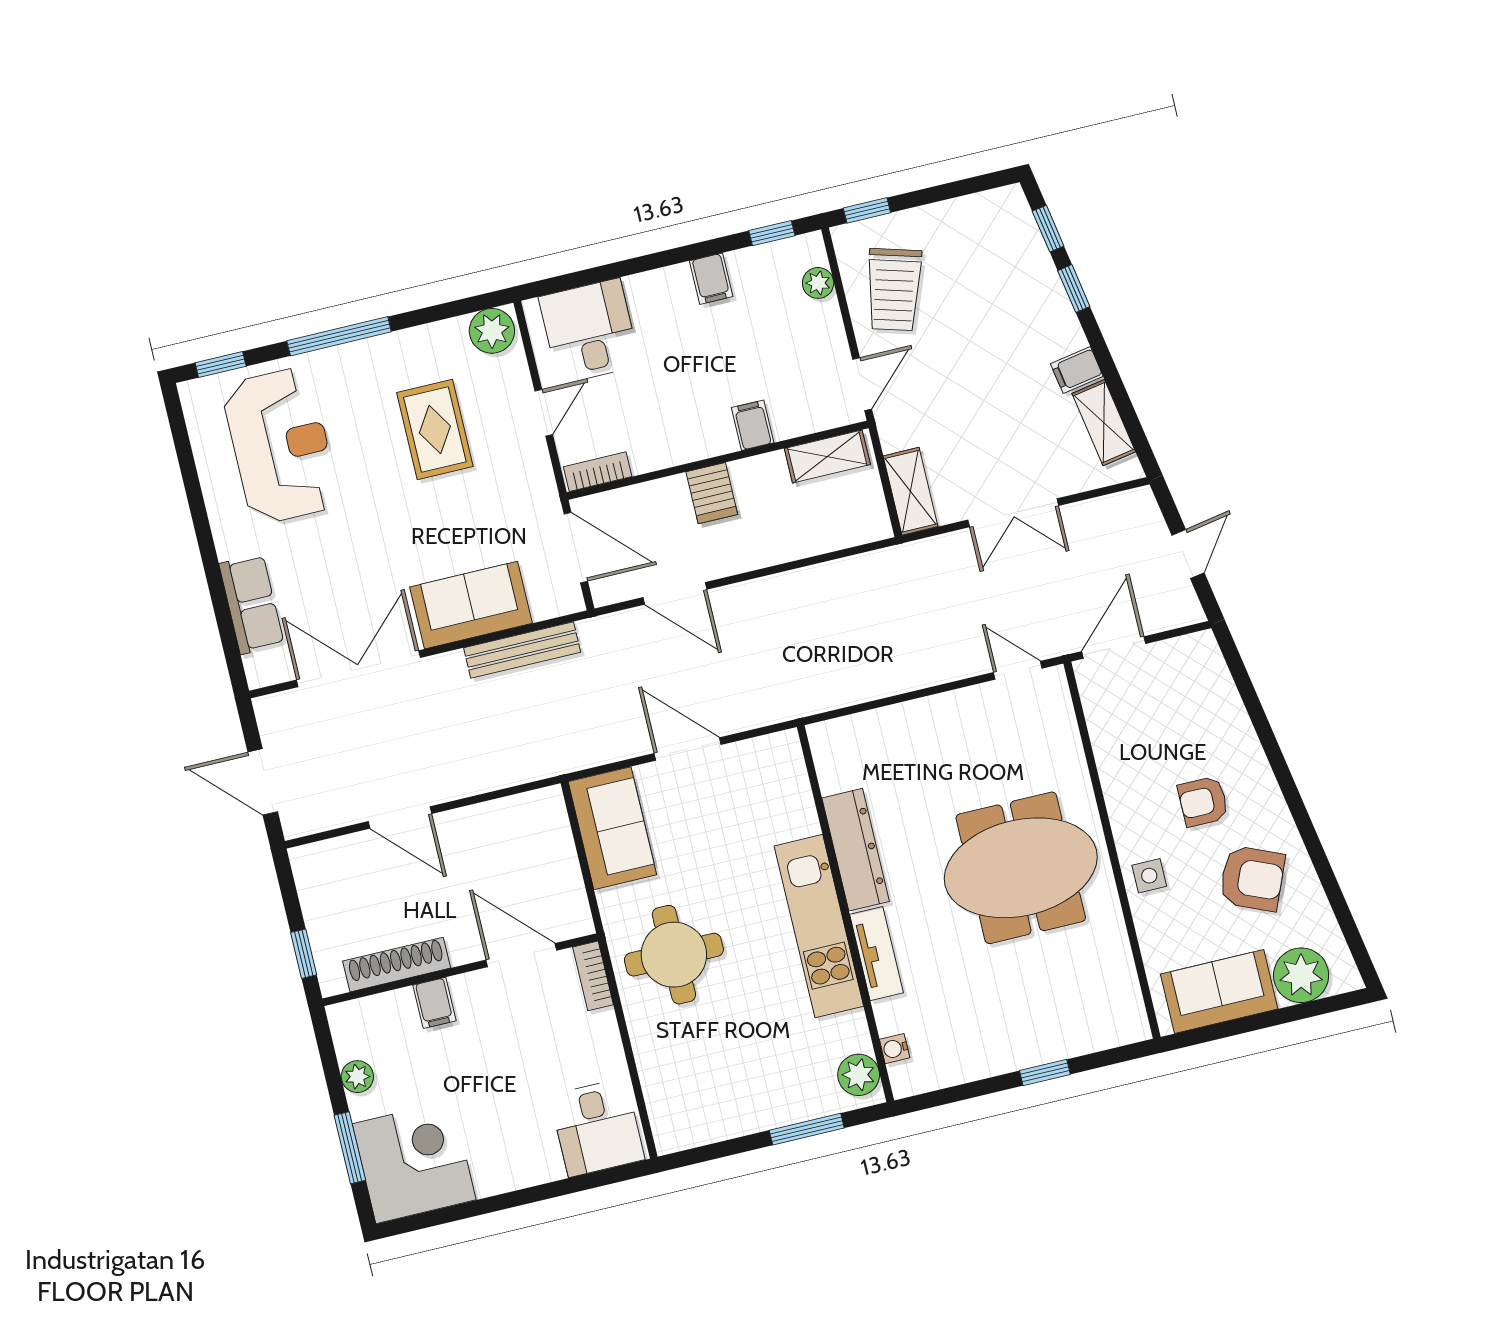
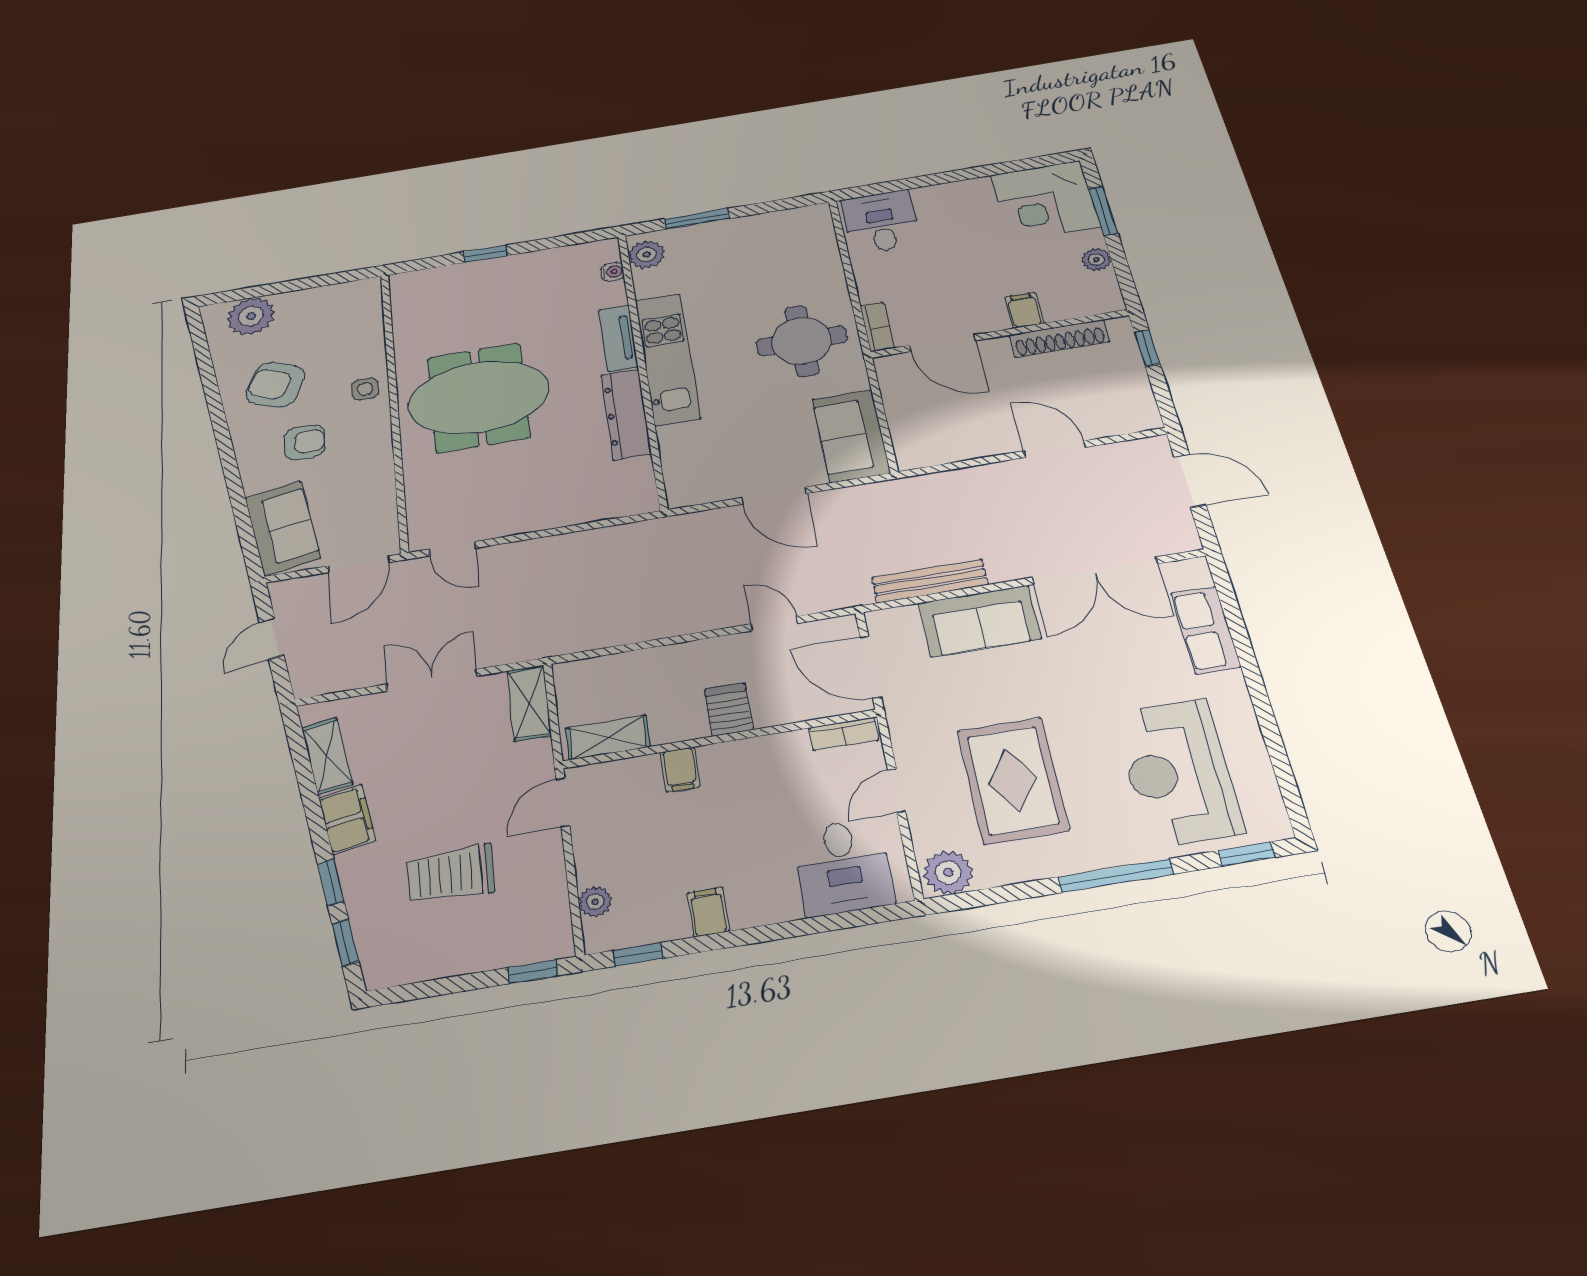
trolley: (894, 290) -> (451, 874), moved, turned -106
filing cabinet: (1077, 370) -> (347, 819), width x2.00
rug: (435, 430) -> (1013, 780), width x1.36, depth x1.43
door: (675, 593) -> (774, 624), width x0.73
sofa: (1219, 991) -> (283, 528), moved, turned -100

